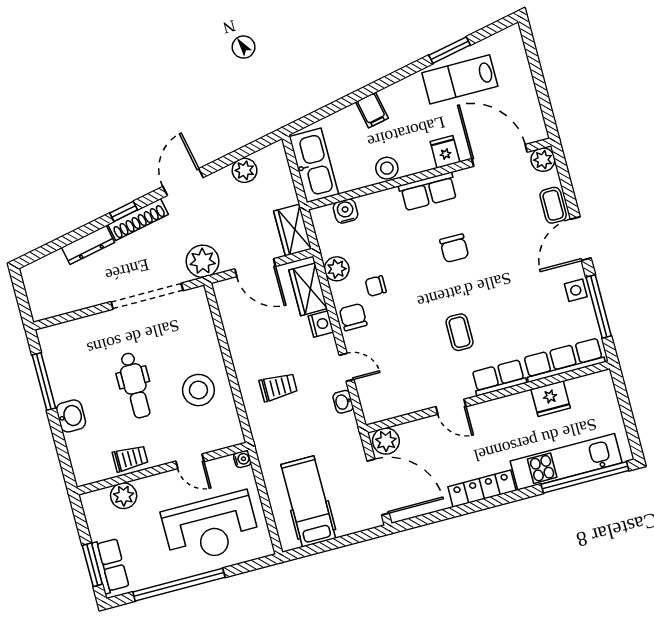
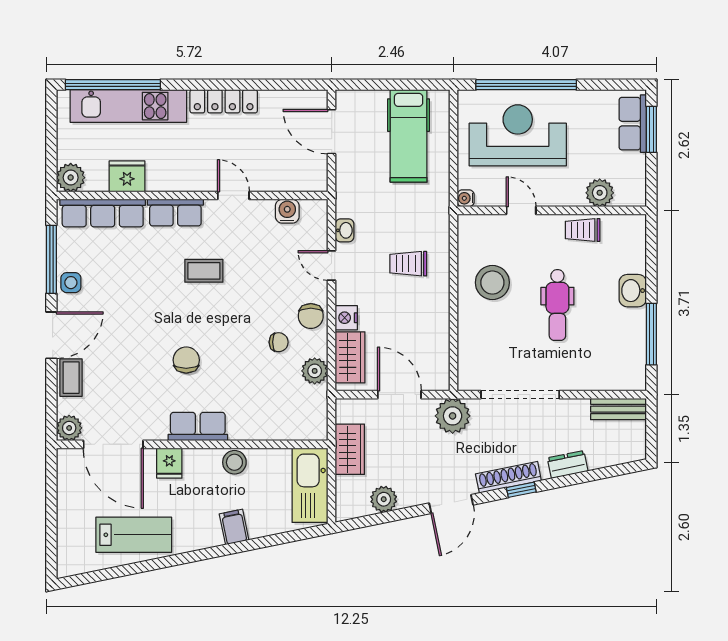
window: (450, 50) -> (136, 568), removed
water cooler: (346, 211) -> (287, 211), moved, turned 180
wardrobe: (293, 230) -> (350, 449), moved
dresser: (88, 245) -> (568, 464), width x0.70
bench: (56, 307) -> (619, 409), added
coffee table: (459, 332) -> (204, 271), turned 90
dental chair: (135, 385) -> (557, 305), turned 180
plant: (386, 441) -> (71, 178), moved
door: (378, 487) -> (332, 132), width x0.73
window: (179, 585) -> (526, 85), moved

